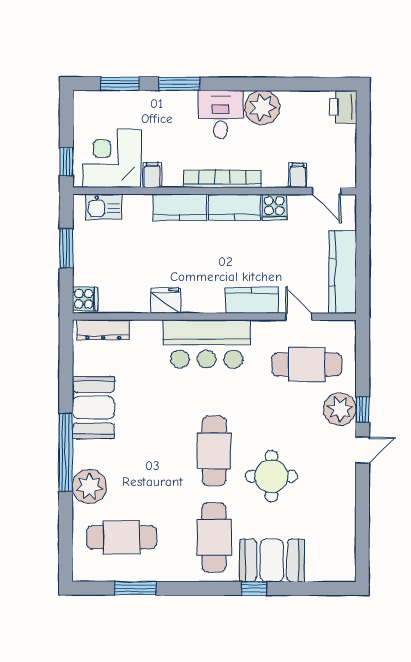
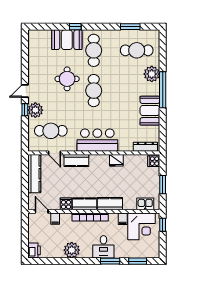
desk: (221, 115) -> (103, 247), moved

